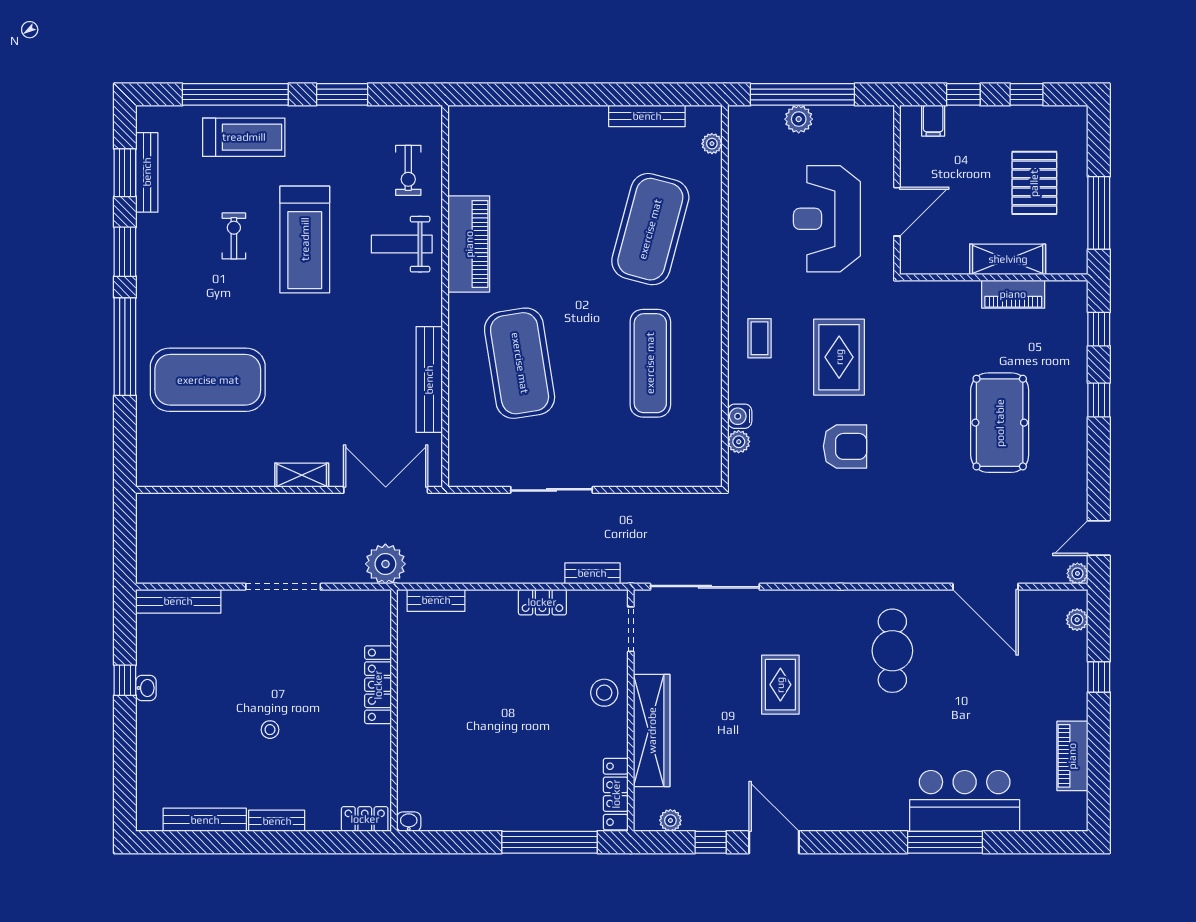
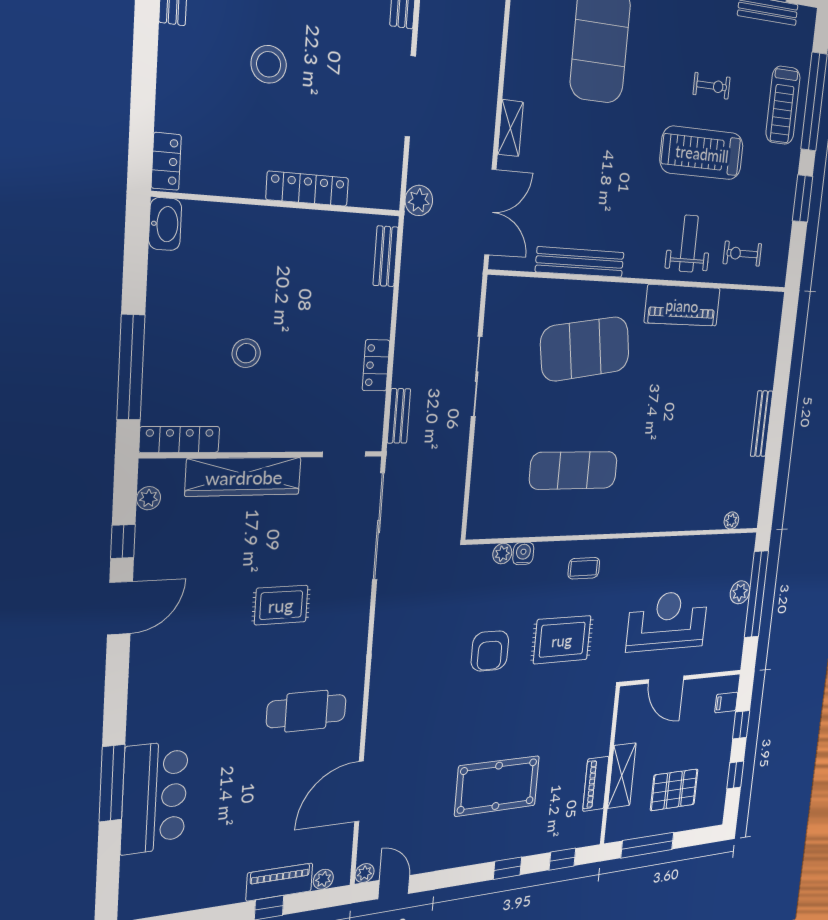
bench: (647, 116) -> (762, 424), moved
exercise mat: (650, 229) -> (676, 469), removed
plant: (385, 564) -> (419, 200), width x0.73, depth x0.73
stool: (604, 693) -> (246, 353), moved
stool: (270, 730) -> (269, 64), width x1.89, depth x1.89
piano: (1072, 756) -> (280, 882), moved
bench: (277, 821) -> (169, 59), removed
washbasin: (409, 822) -> (165, 224), width x1.91, depth x1.45

